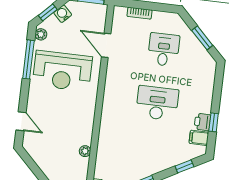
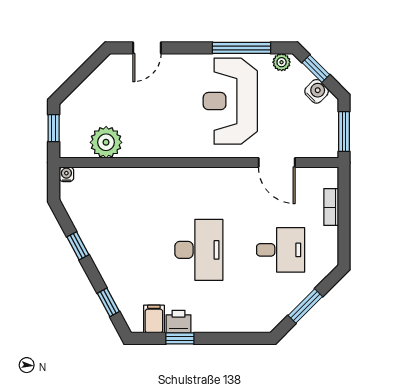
door: (106, 45) -> (277, 163), swing flipped
plant: (85, 151) -> (106, 142), width x1.88, depth x1.88

